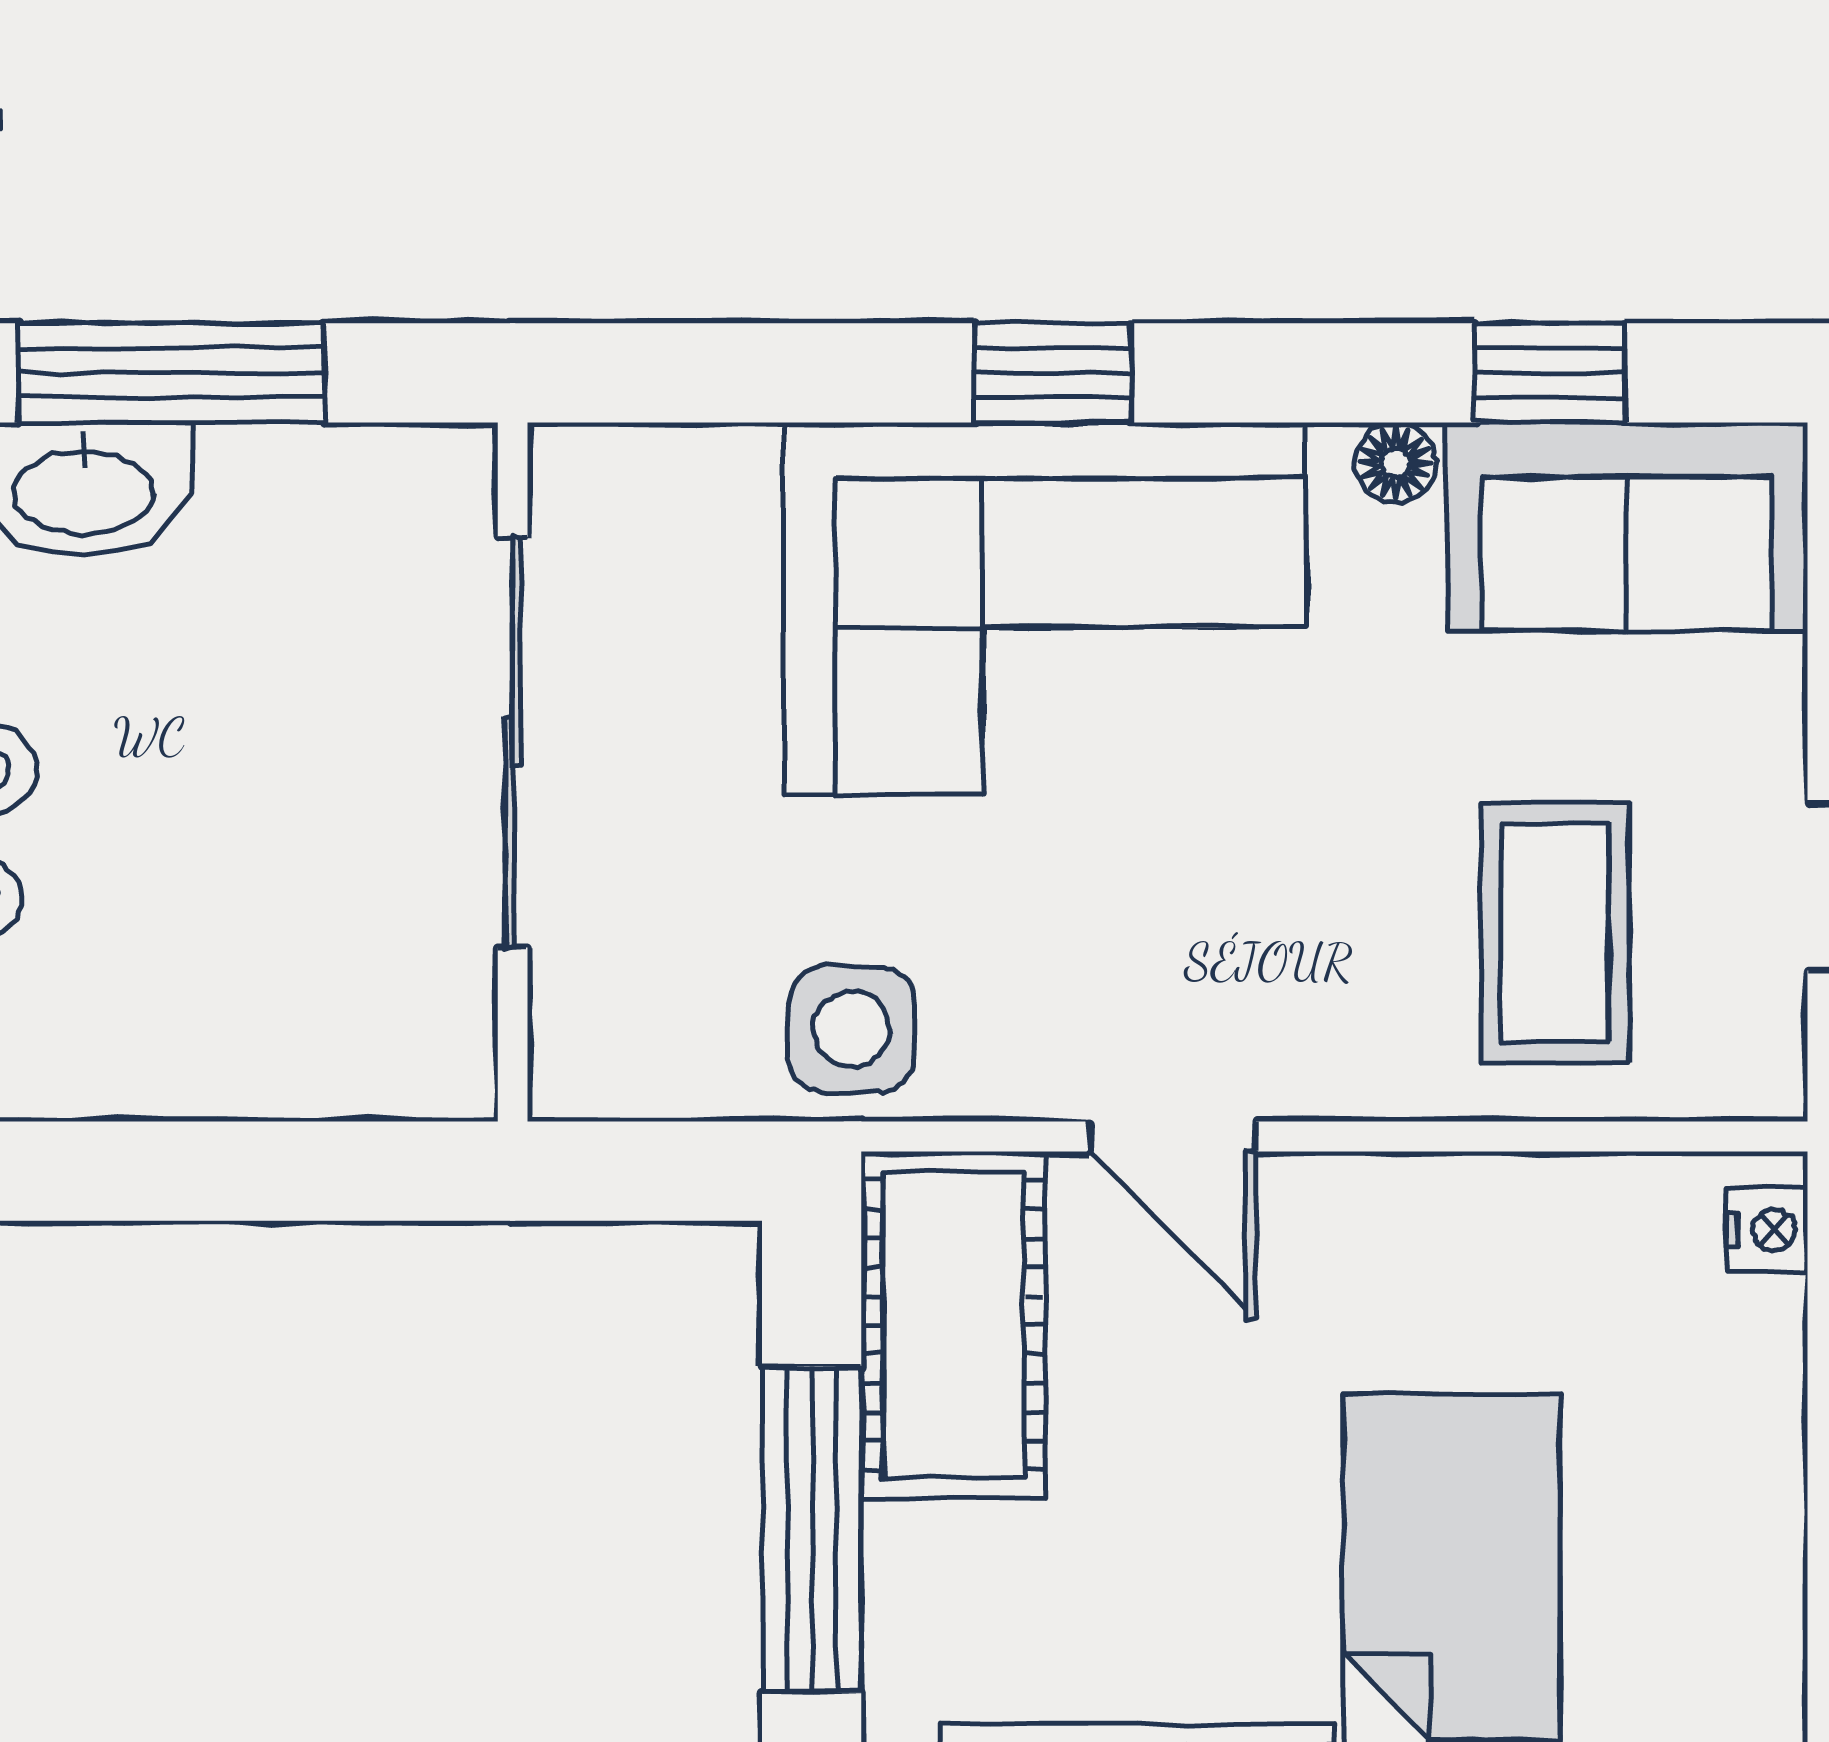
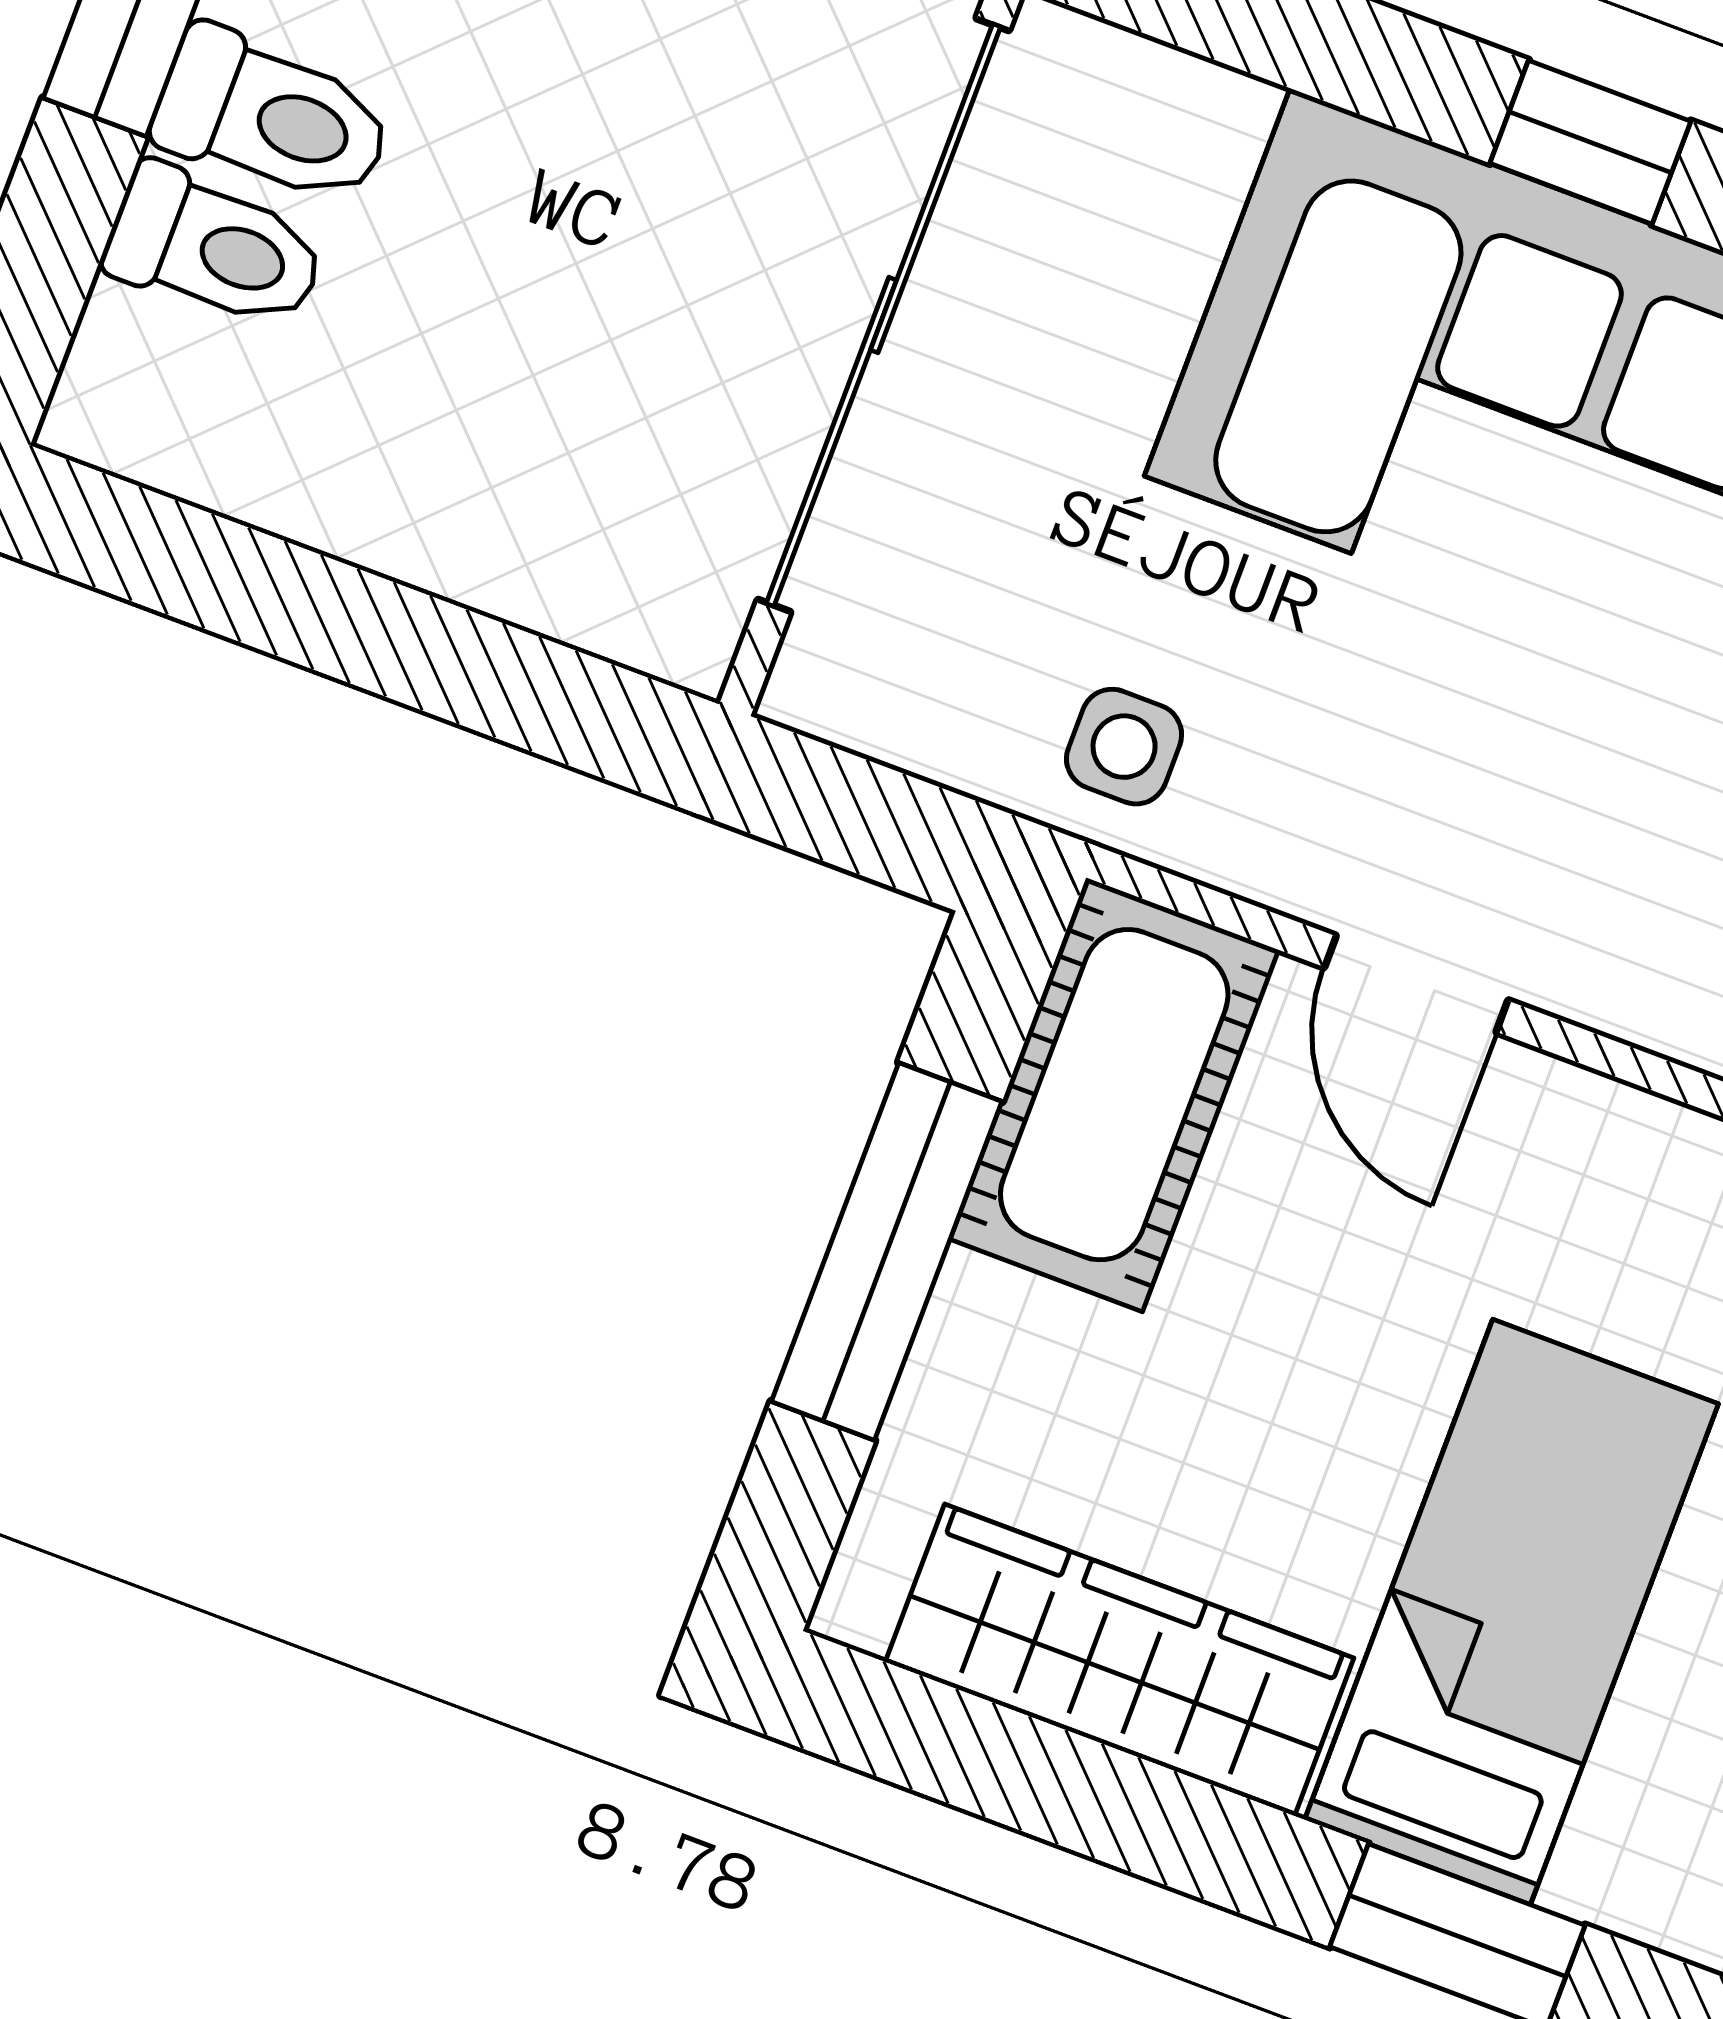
sliding door: (513, 742) -> (883, 315), width x1.36
side table: (852, 1029) -> (1124, 747), width x0.73, depth x0.73

